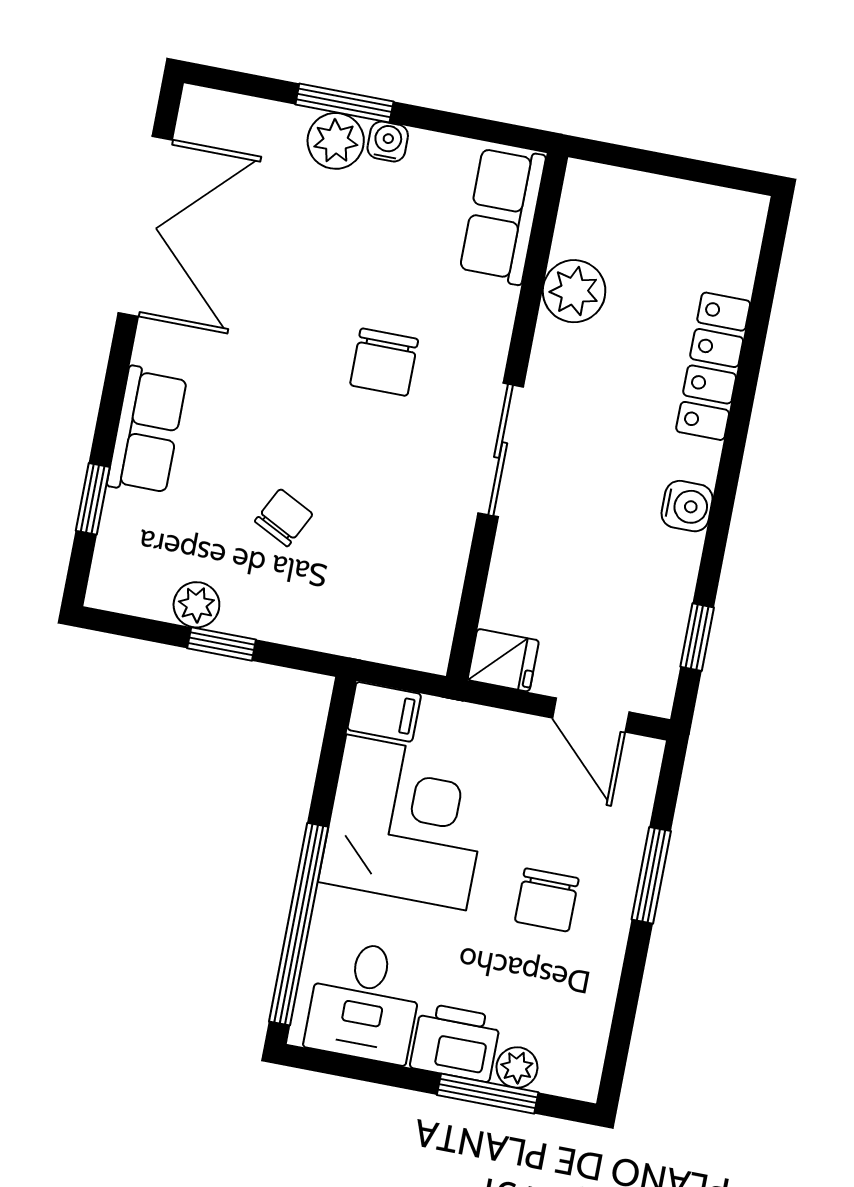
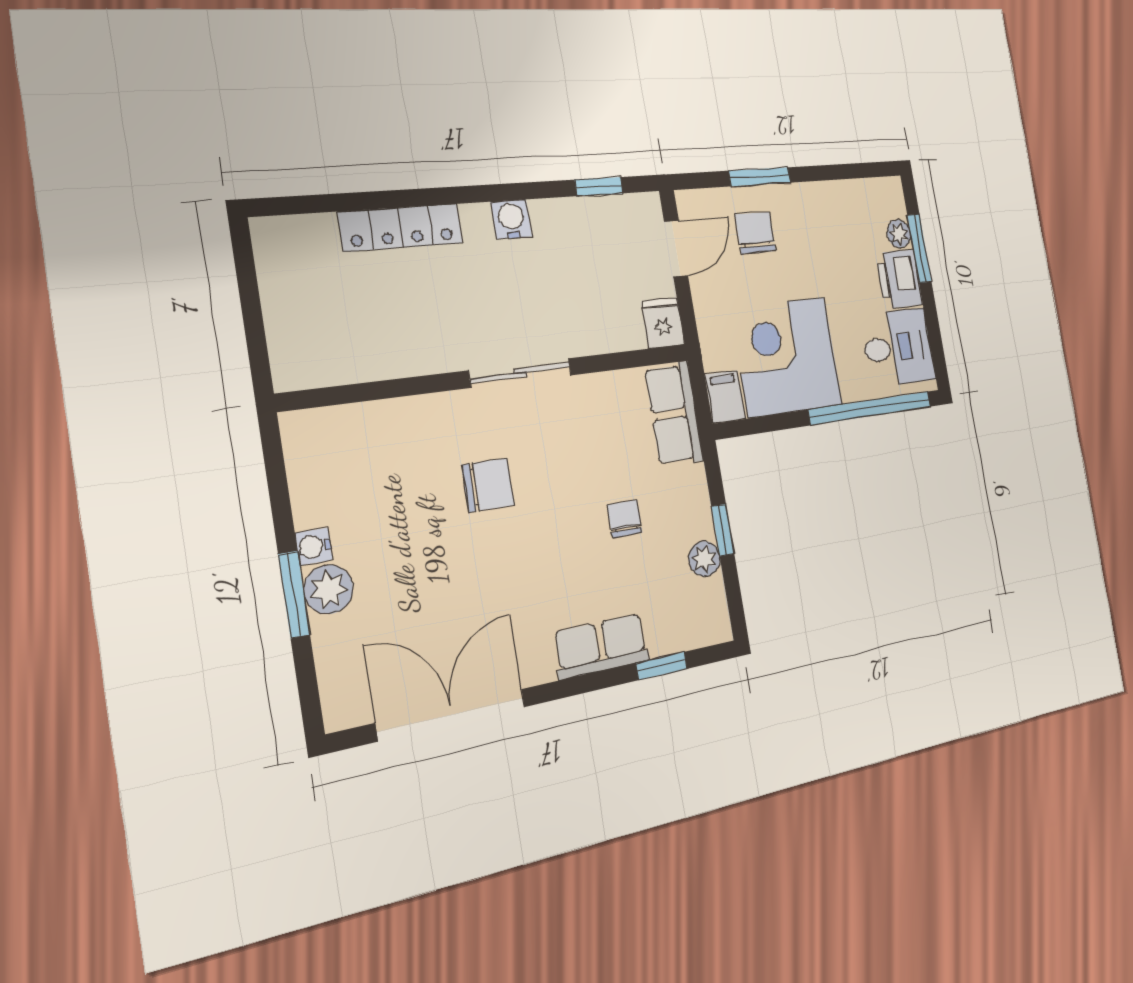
row of seats: (503, 215) -> (674, 414), moved, turned 90
plant: (574, 291) -> (381, 354), removed
chair: (284, 518) -> (625, 519), turned 63
chair: (547, 900) -> (755, 233), moved, turned -90

